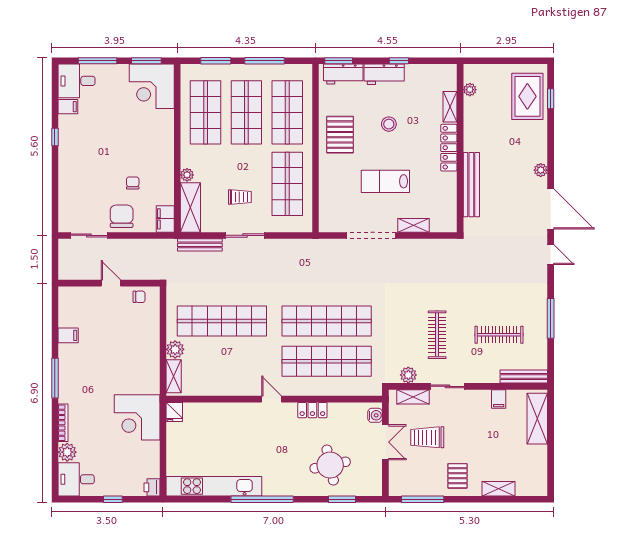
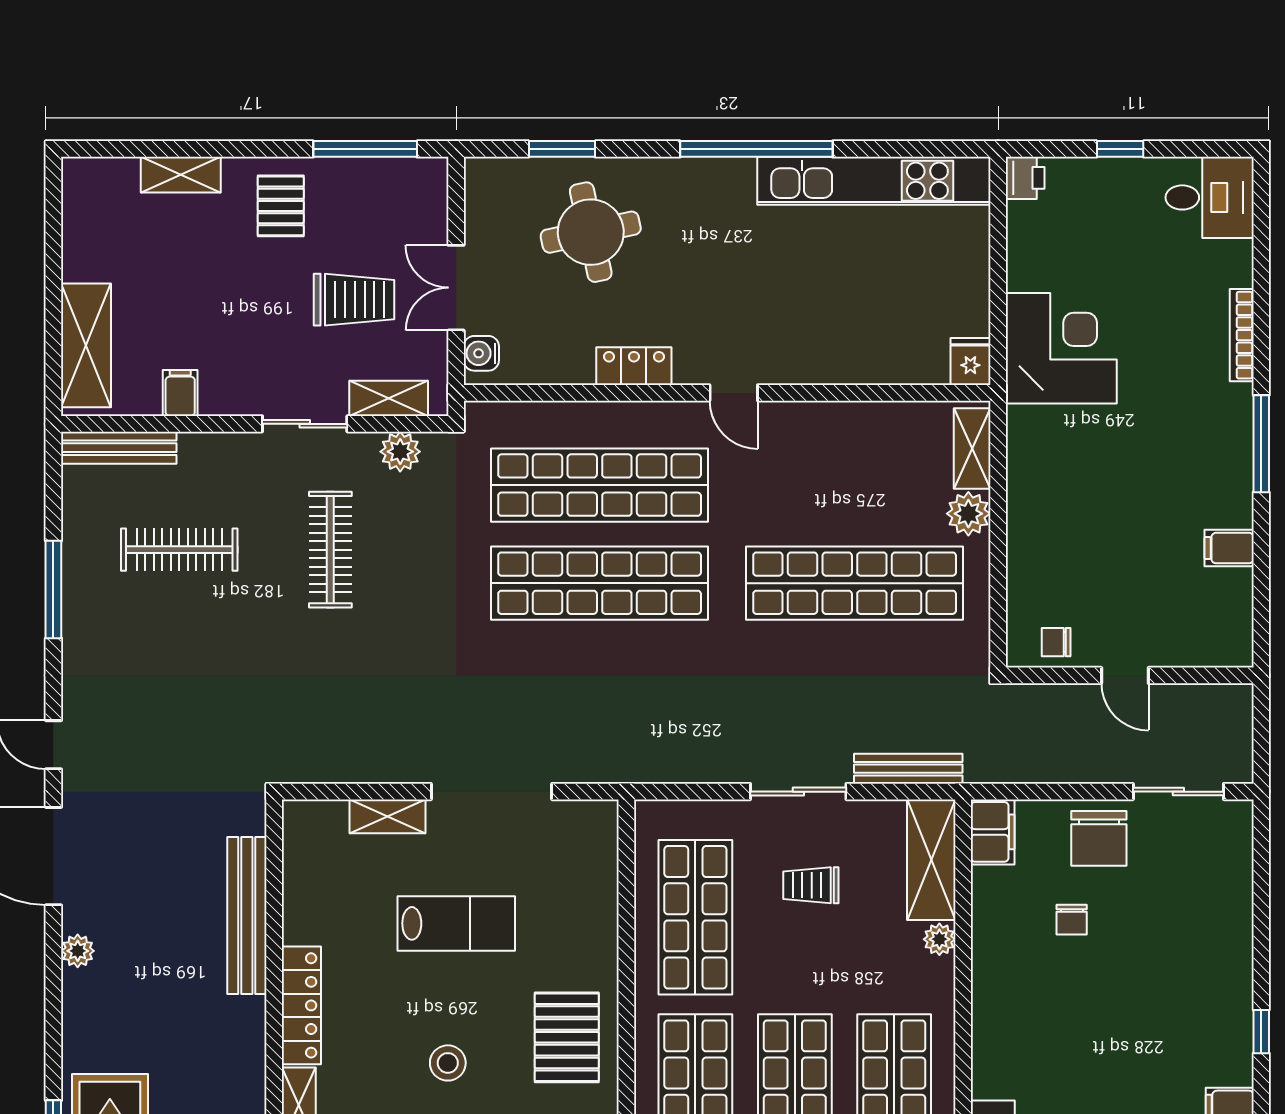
plant: (67, 452) -> (1231, 264), removed

